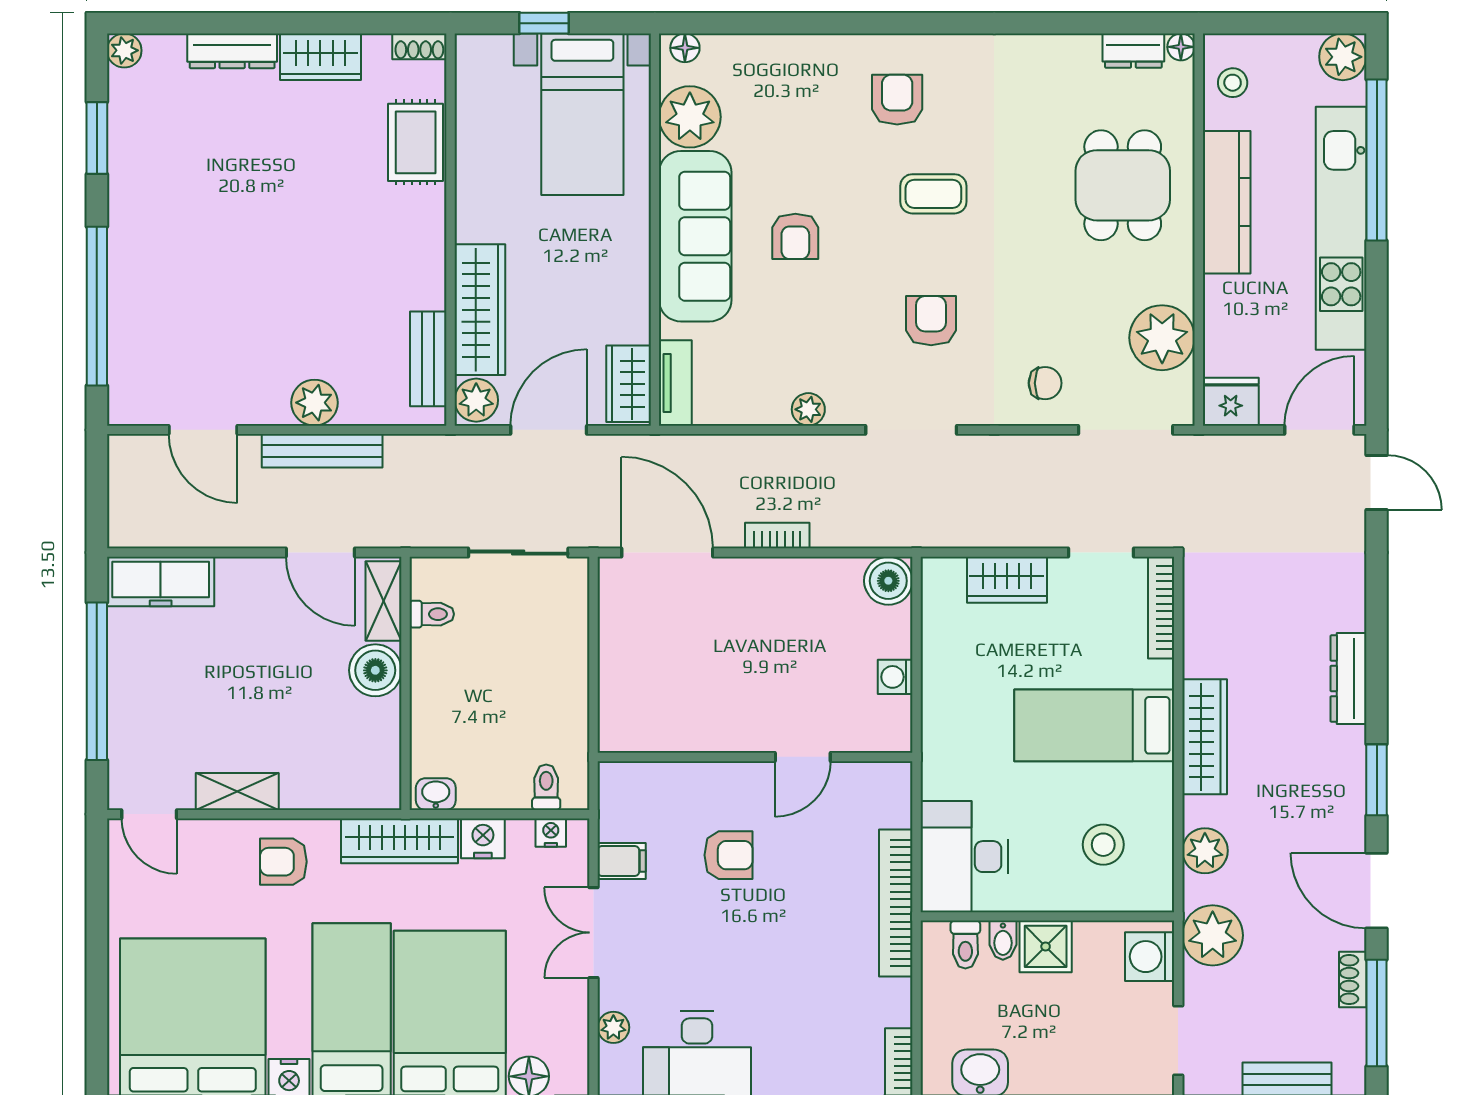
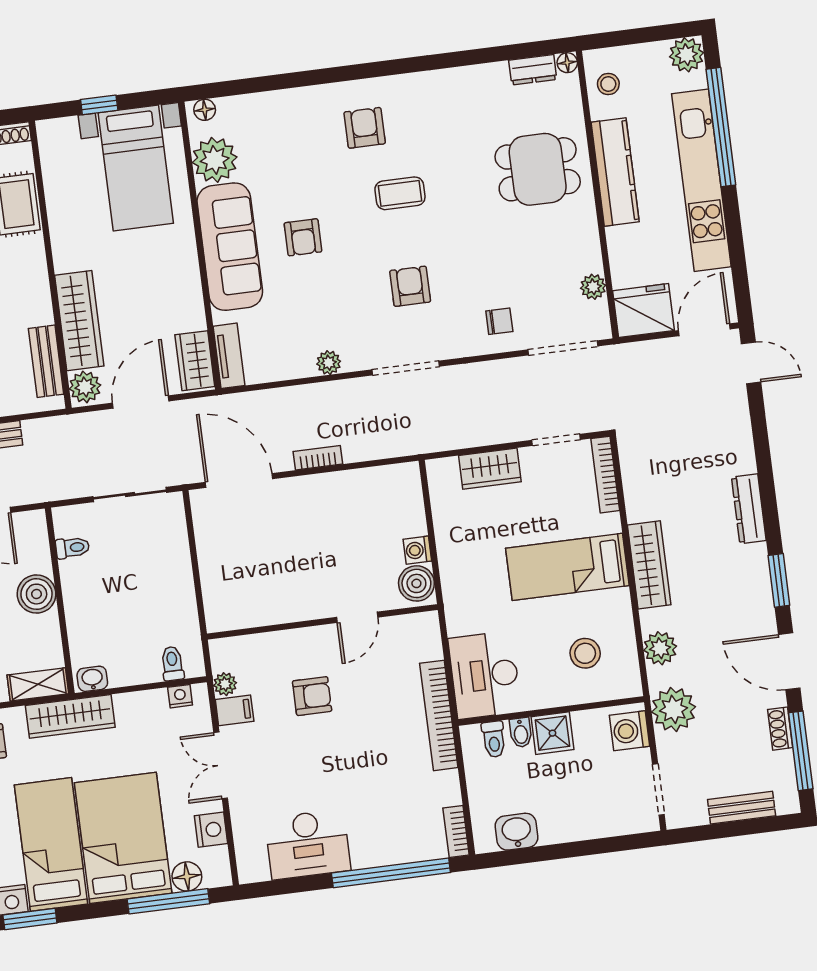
dining table: (1123, 185) -> (538, 169), turned 90
plant: (1162, 338) -> (593, 287), width x0.53, depth x0.53
fridge: (1231, 402) -> (643, 311), width x1.36, depth x1.34
boiler: (888, 581) -> (416, 583), moved
shelving: (383, 601) -> (38, 684), moved, turned 90
nightstand: (483, 838) -> (211, 830), moved, turned 90
plant: (613, 1027) -> (225, 684), moved

